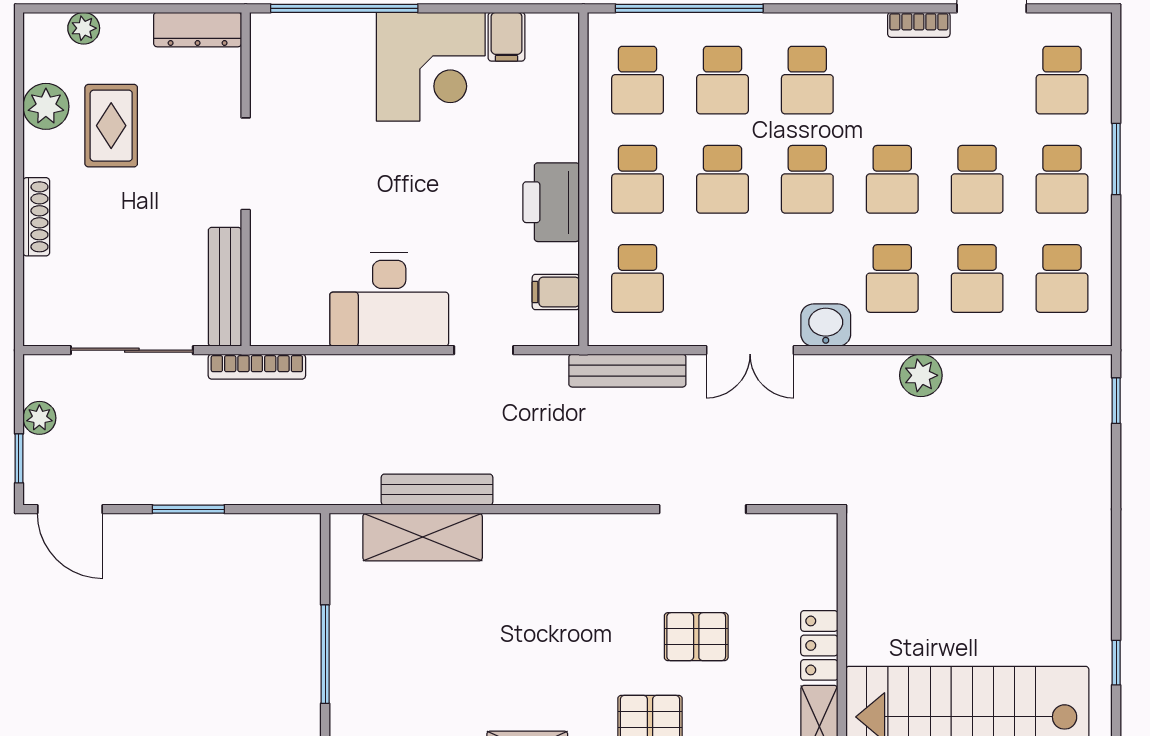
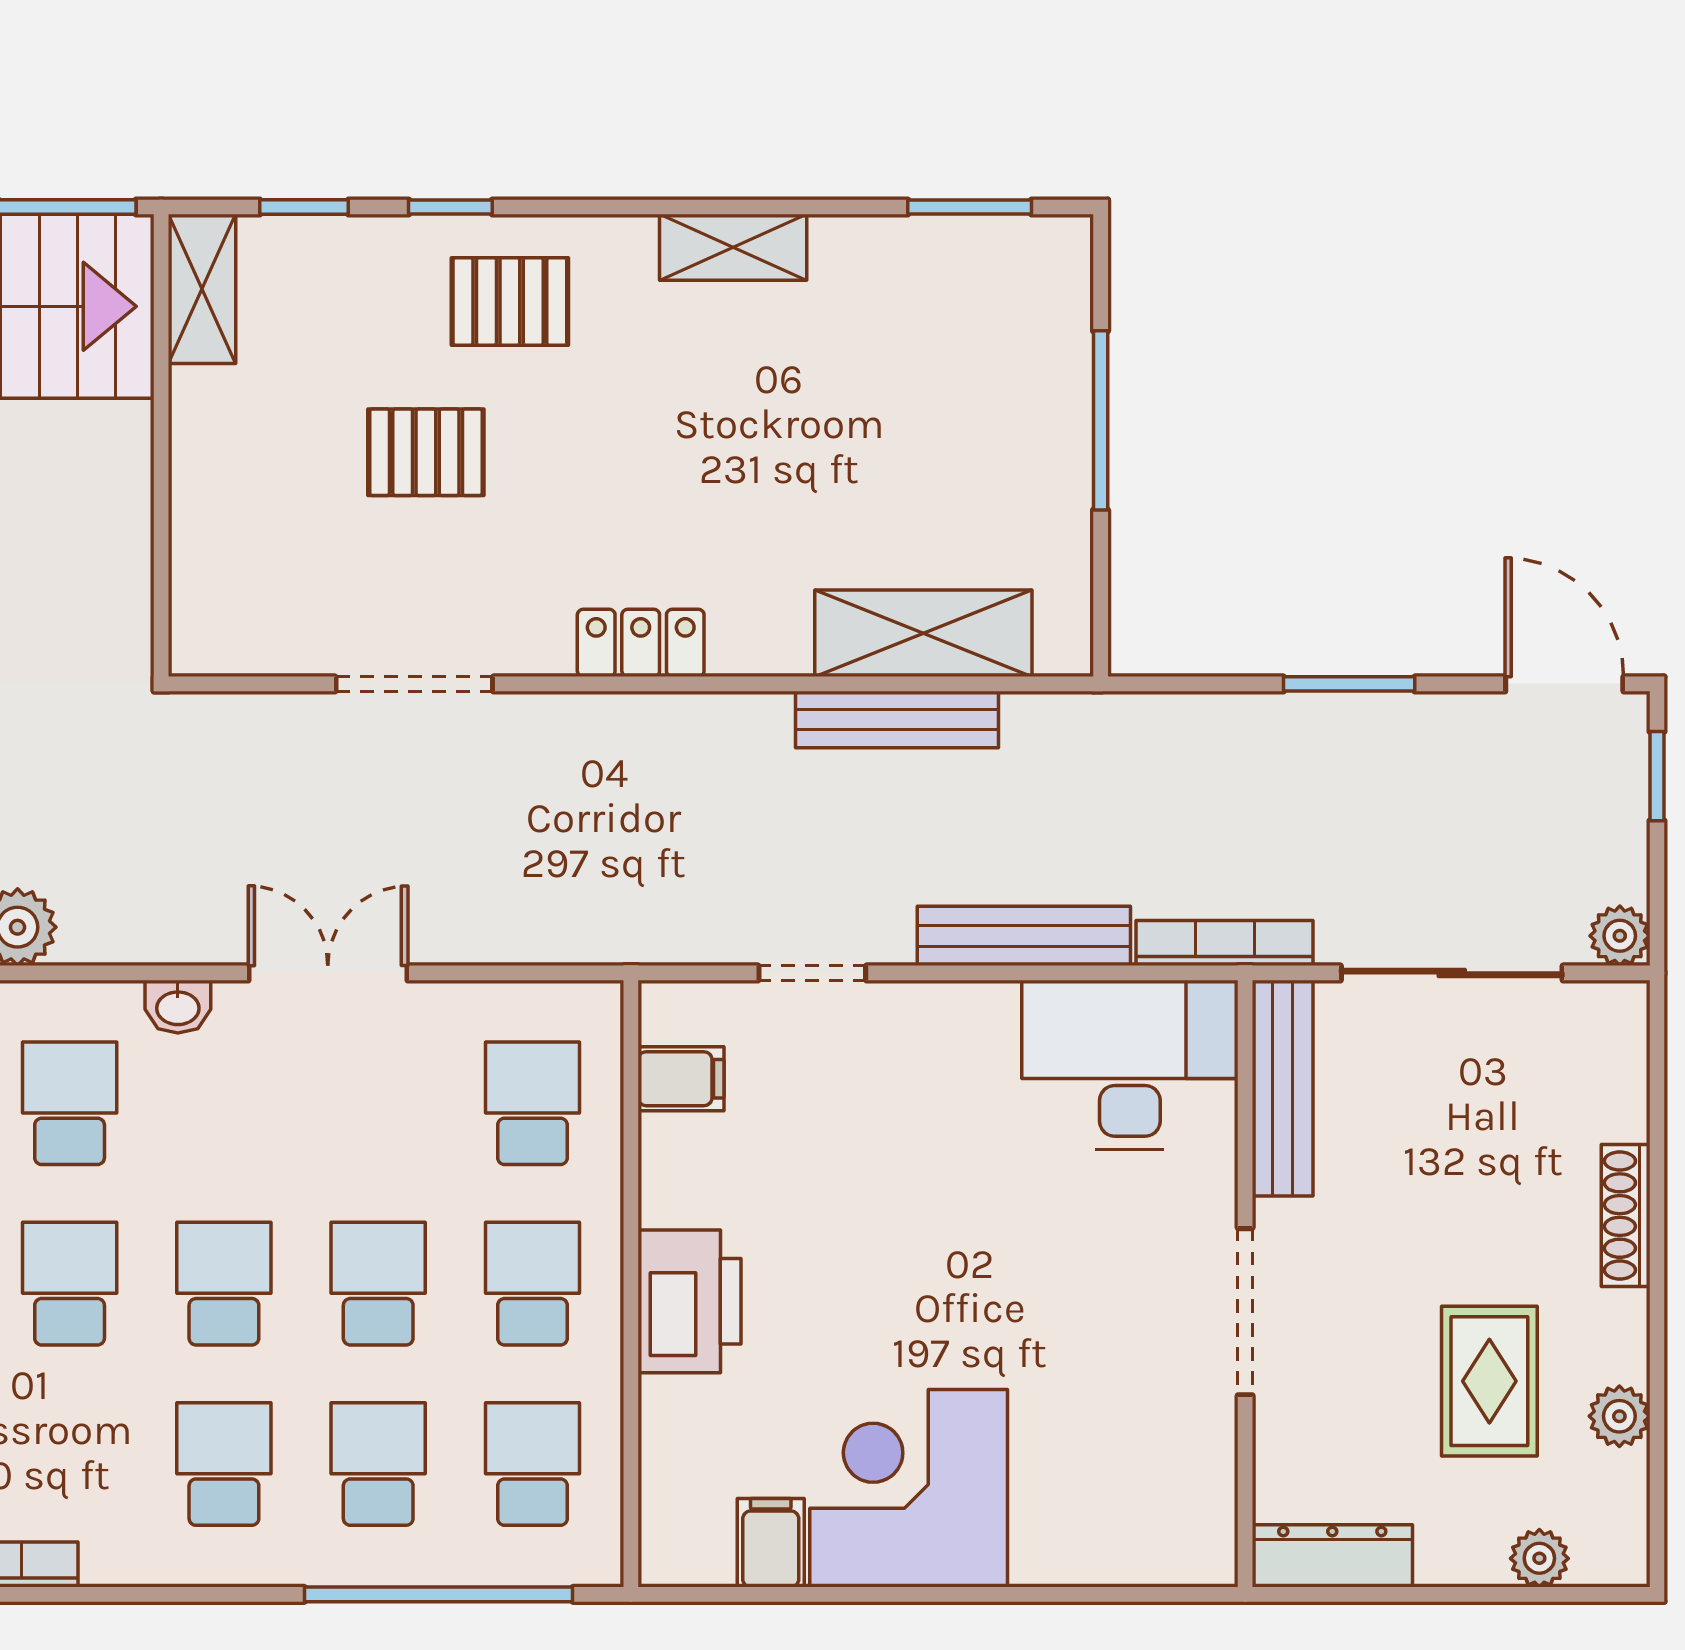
window: (344, 8) -> (1066, 1594), removed
plant: (46, 106) -> (1619, 1416), width x0.73, depth x0.73
printer: (551, 202) -> (689, 1301), moved
desk: (389, 300) -> (1130, 1065), moved
washbasin: (826, 325) -> (178, 1007), width x0.72, depth x0.69
bench: (627, 371) -> (1024, 936), moved
plant: (39, 418) -> (1620, 936), moved
locker: (819, 645) -> (641, 643), moved, turned -90

